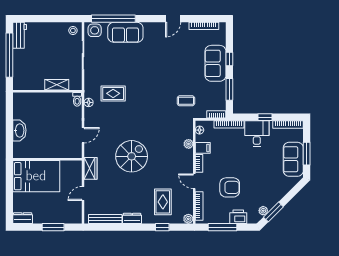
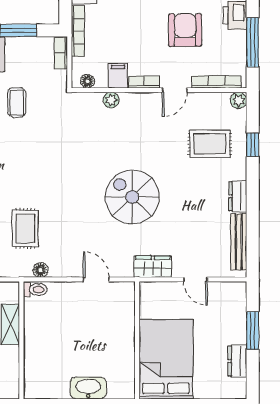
coffee table: (186, 101) -> (17, 102), moved
dresser: (23, 218) -> (237, 361), moved

